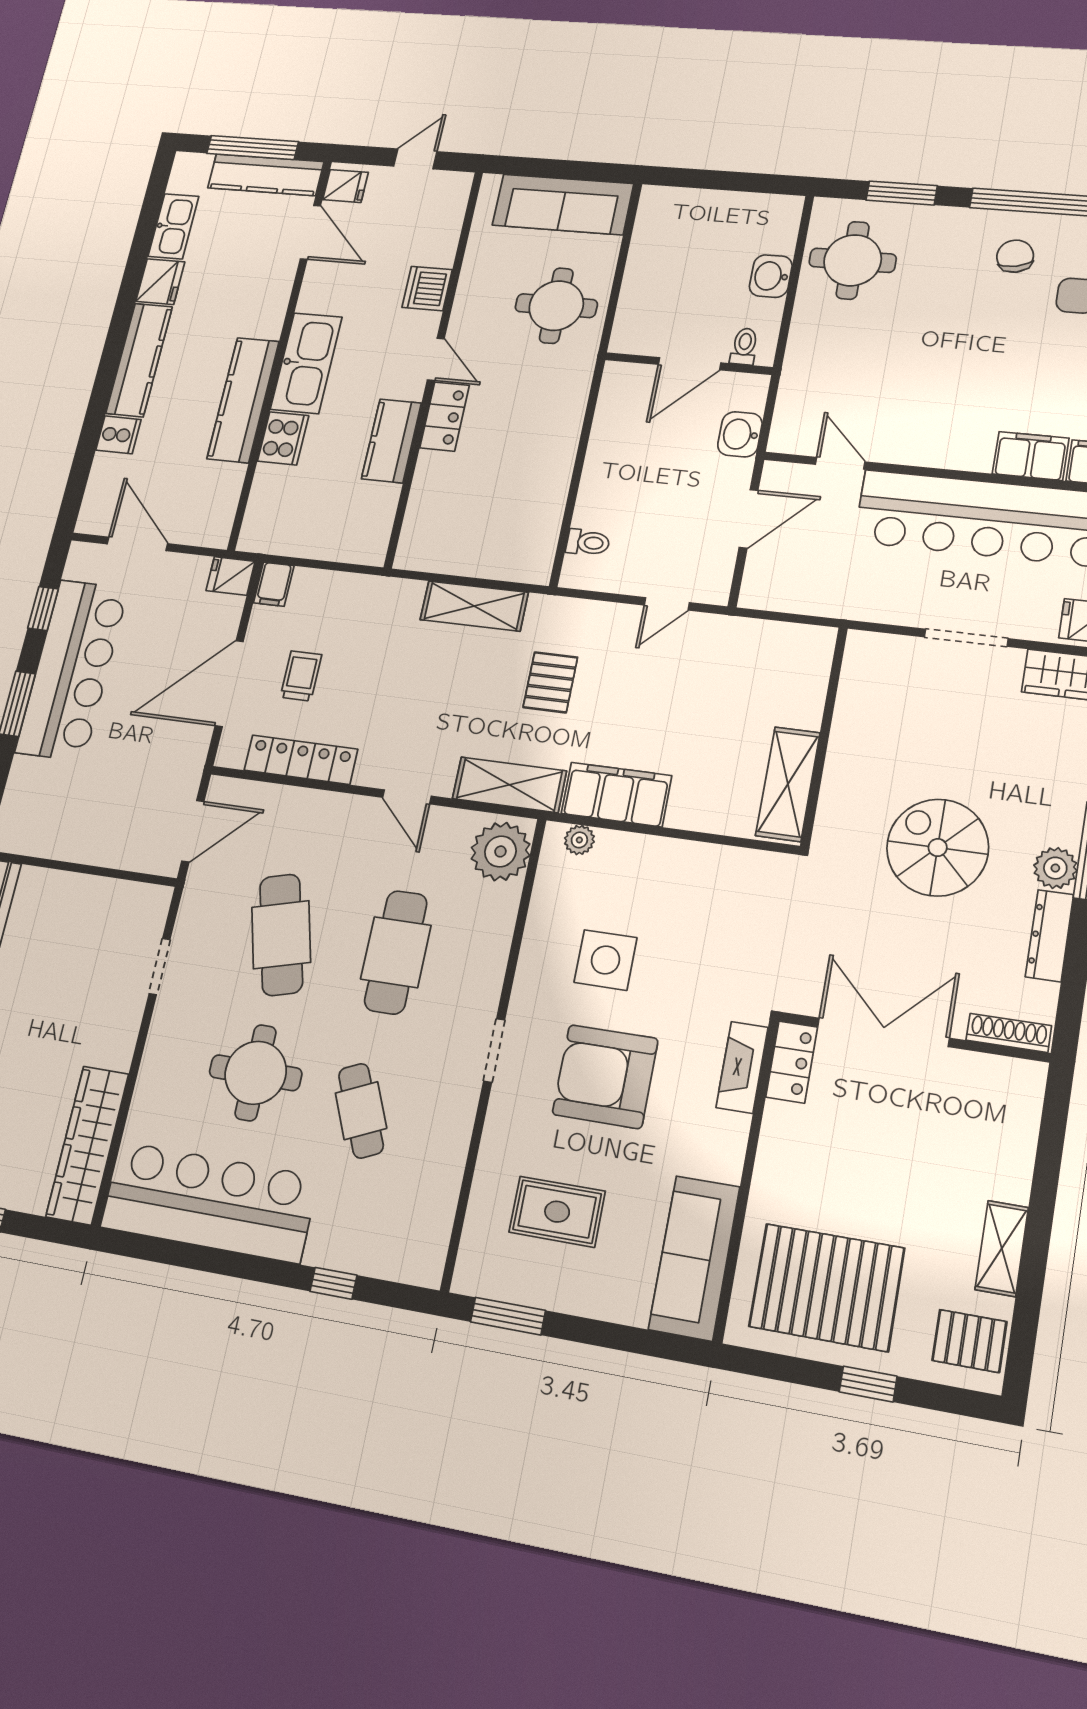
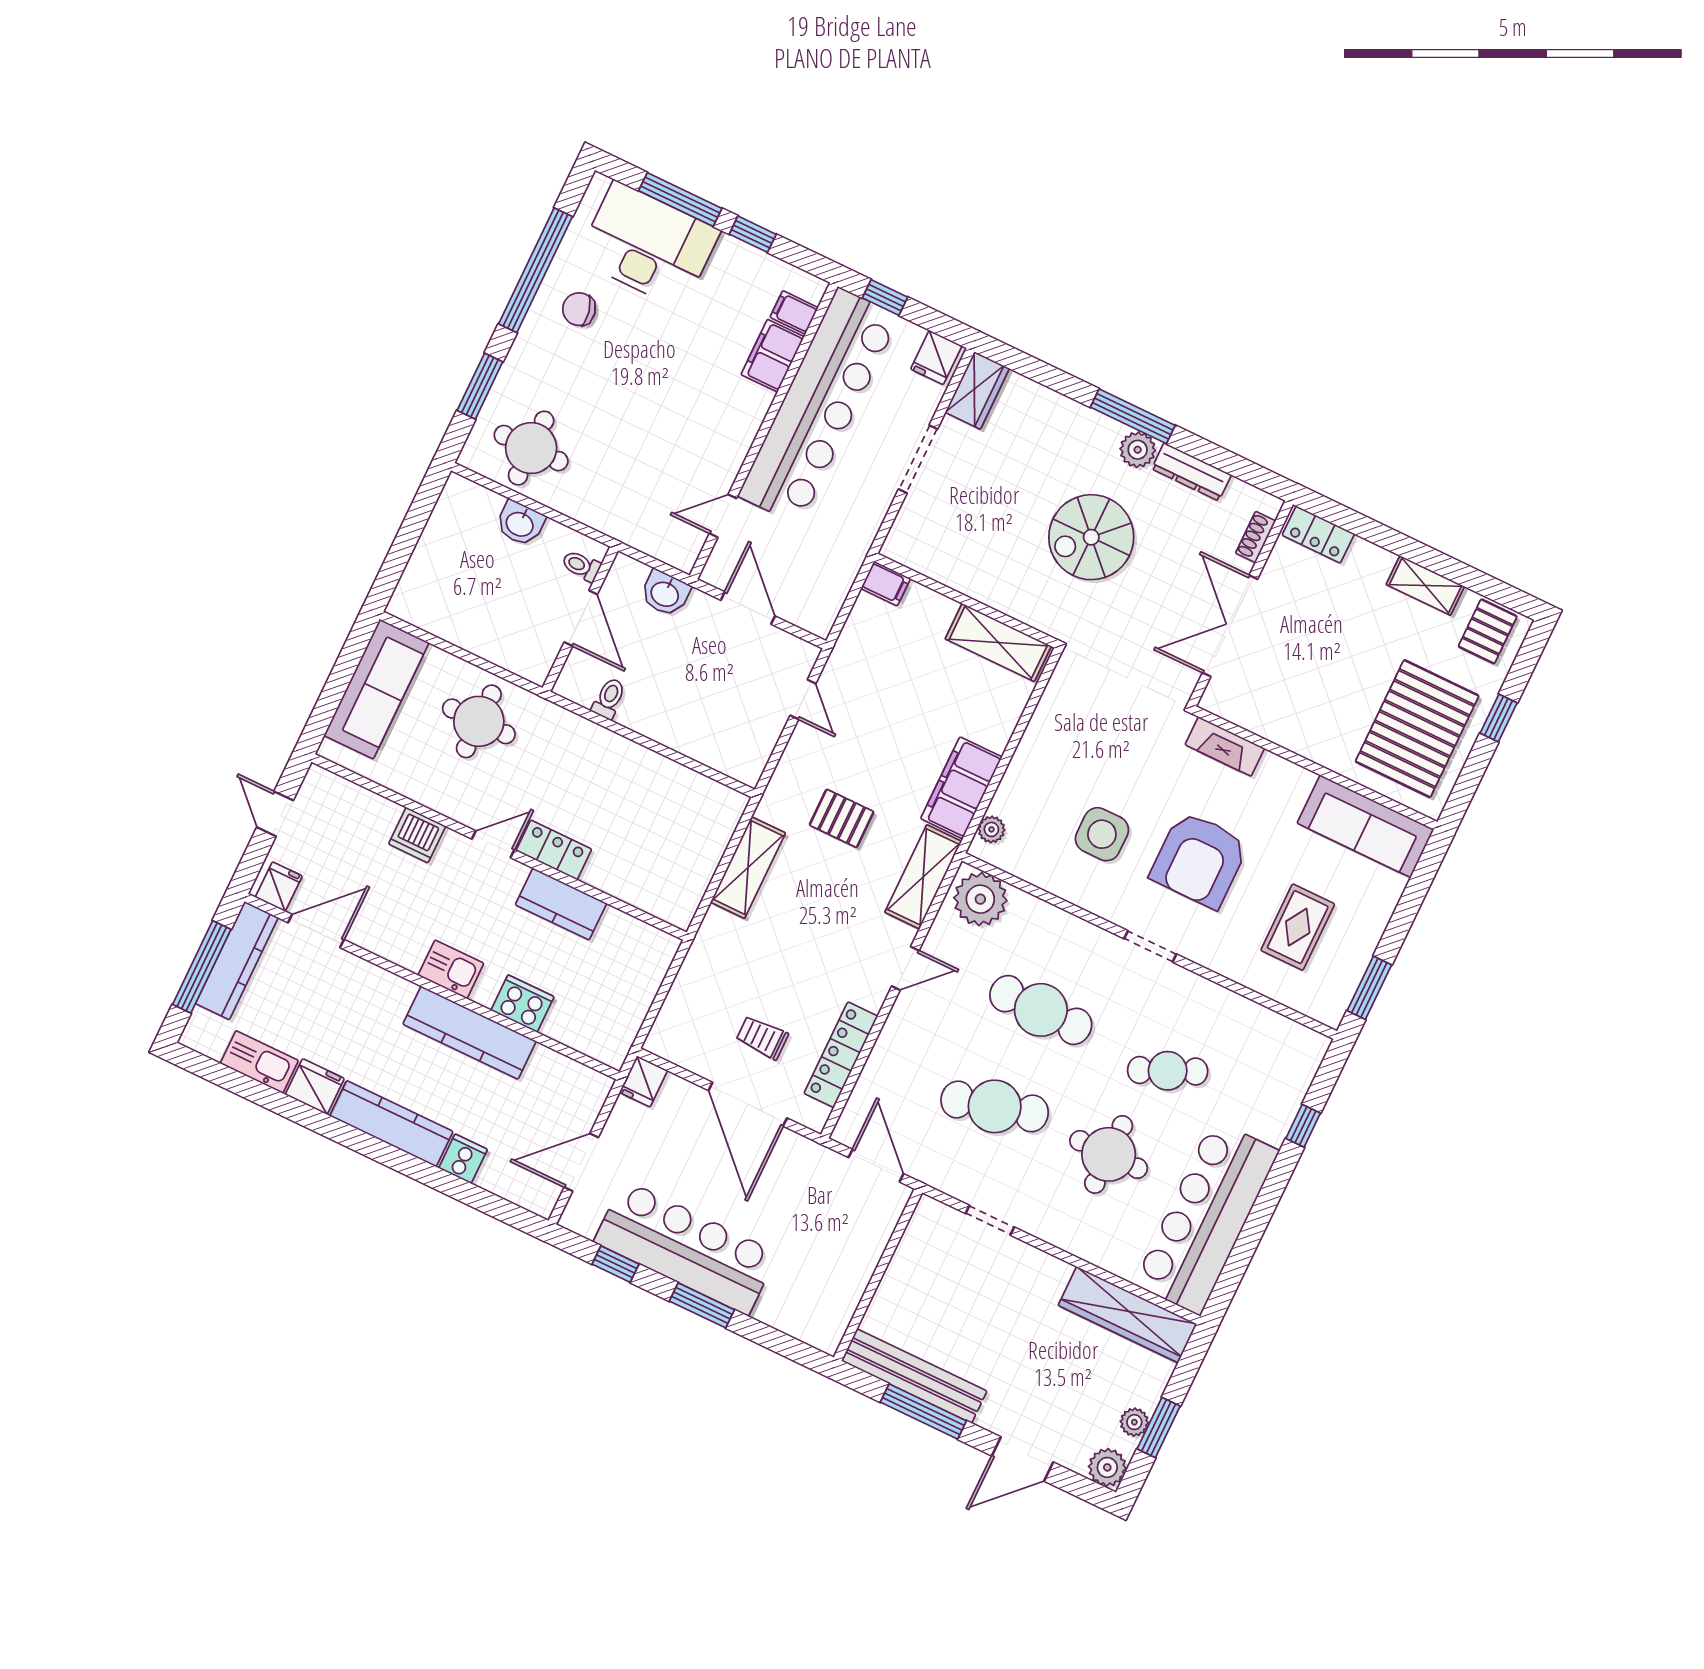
kitchen sink: (306, 363) -> (451, 969), width x0.53, depth x0.81
toilet: (588, 543) -> (609, 698), moved
filing cabinet: (274, 584) -> (886, 584), moved
shoe rack: (1009, 1033) -> (1256, 537), width x0.70
locker: (792, 1062) -> (1318, 535), moved, turned 180

